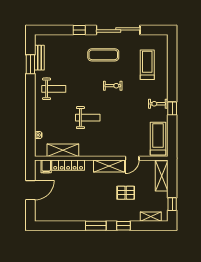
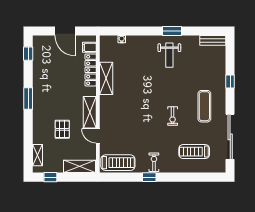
sliding door: (118, 30) -> (230, 137), moved
bench: (39, 58) -> (213, 40), moved
window: (30, 64) -> (172, 31), moved
treadmill: (147, 65) -> (194, 152), turned 180
weight bench: (88, 118) -> (140, 90), removed
shelving: (63, 150) -> (106, 78), moved
window: (124, 226) -> (28, 54), moved

